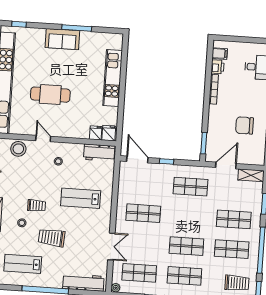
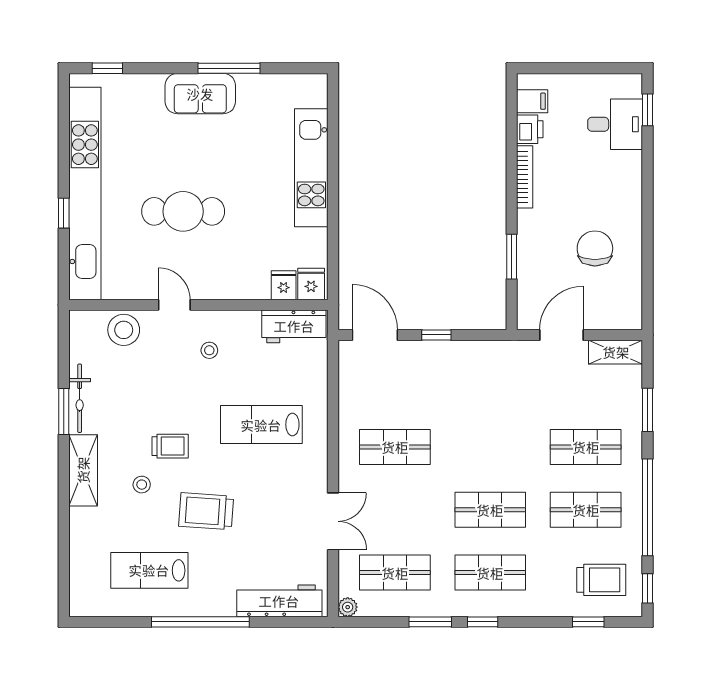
chair: (245, 125) -> (595, 248), turned 90
window: (204, 143) -> (512, 257), moved
shop shelf: (191, 187) -> (490, 384), removed

